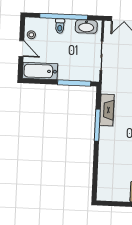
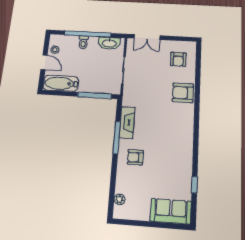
armchair: (115, 144) -> (135, 157), added
plant: (102, 183) -> (119, 199), added

